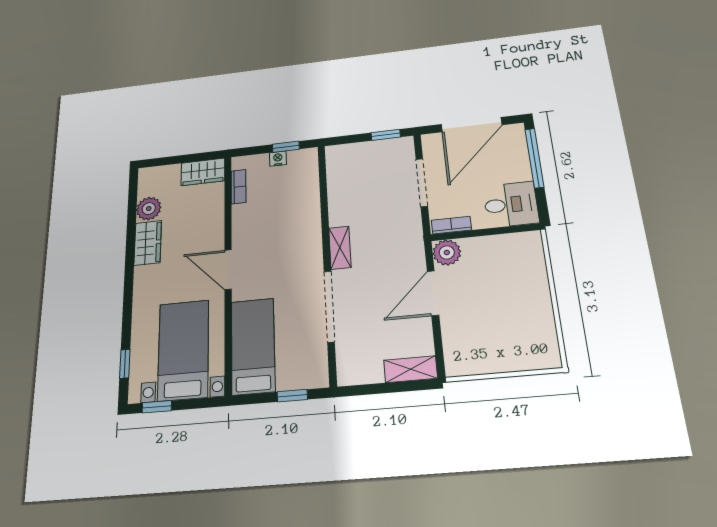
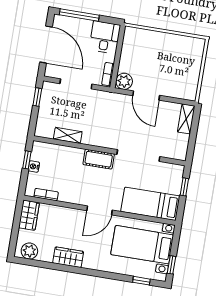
plant: (149, 209) -> (29, 251), moved
cot: (309, 247) -> (99, 159), added
shelving: (340, 248) -> (68, 135), moved

